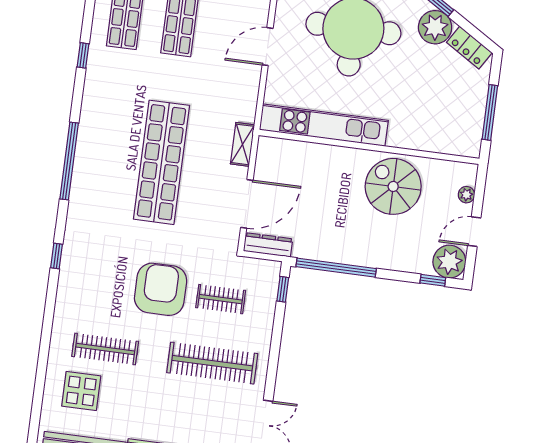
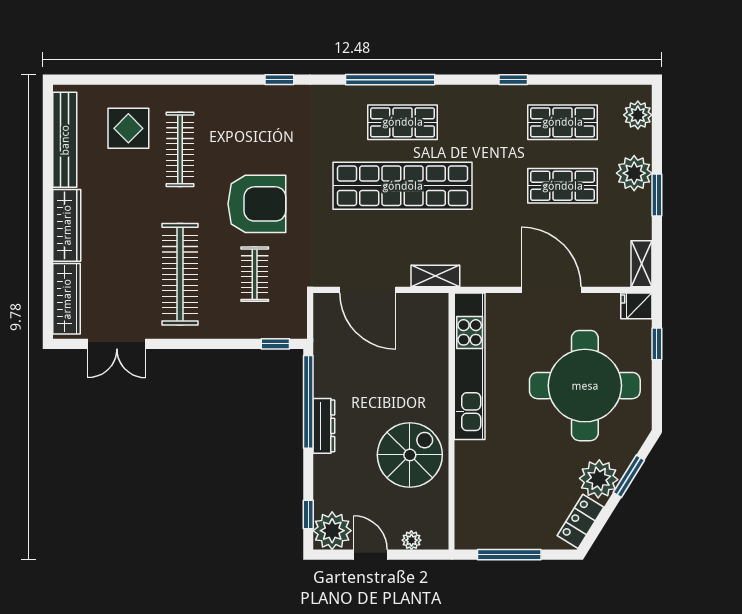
door: (268, 47) -> (551, 290), width x1.36
shop shelf: (107, 155) -> (403, 122), added
dresser: (268, 245) -> (324, 426), moved

